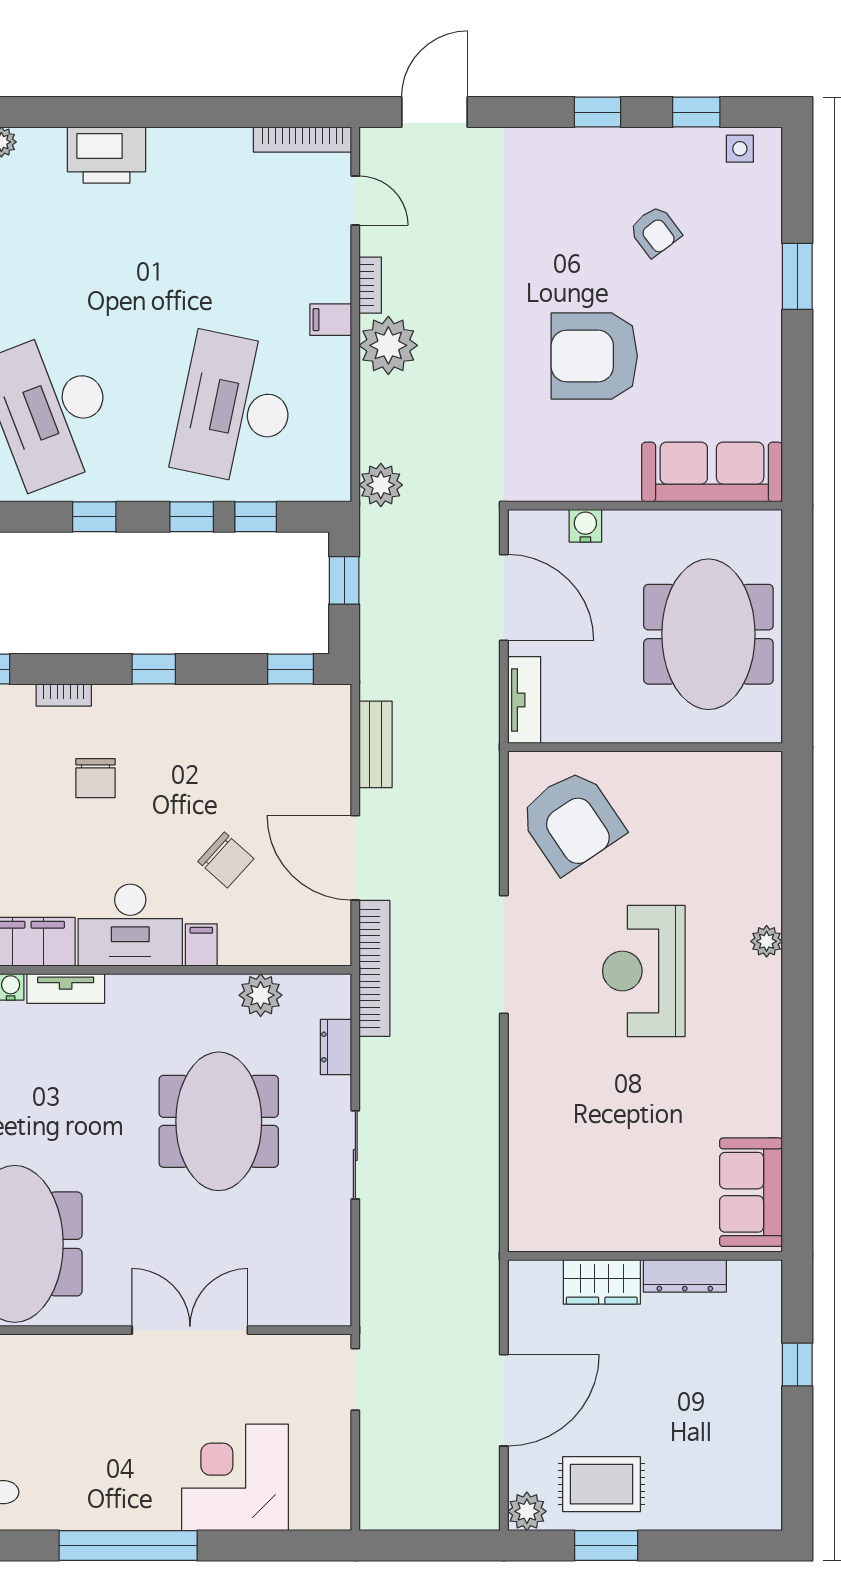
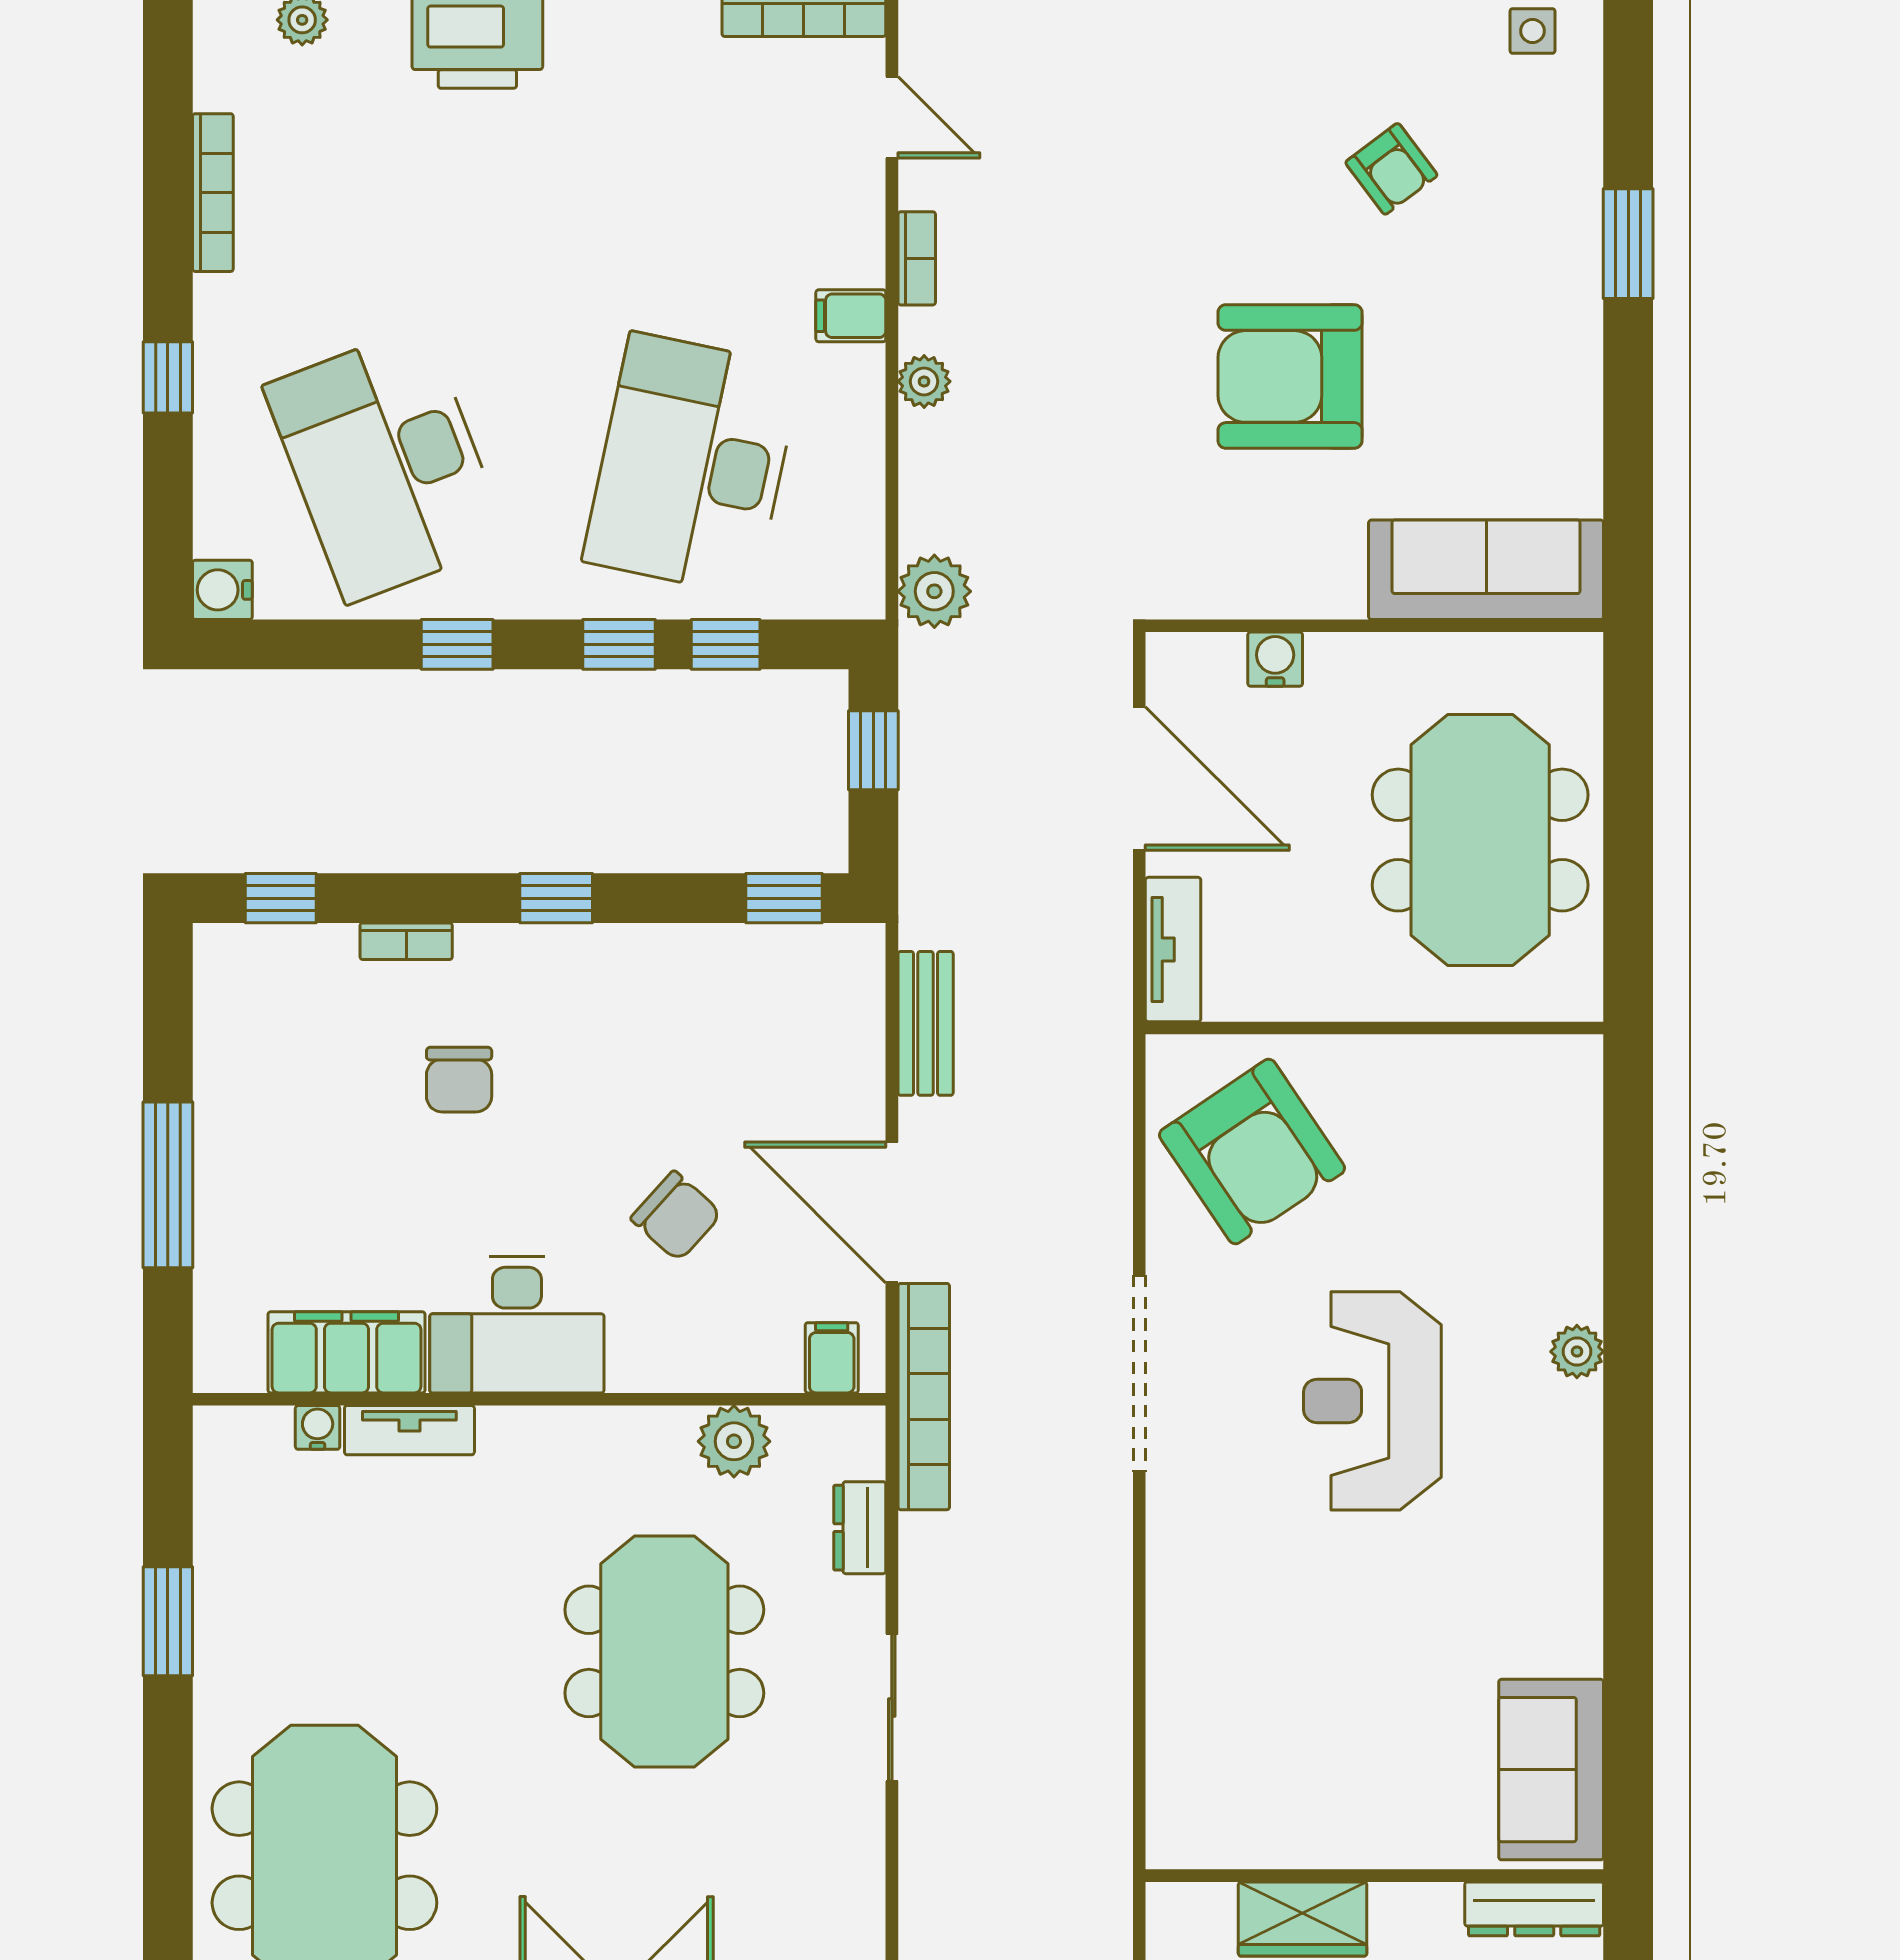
plant: (388, 345) -> (924, 381), width x0.53, depth x0.53
filing cabinet: (201, 945) -> (832, 1358), moved
dresser: (685, 1276) -> (1534, 1909), moved

